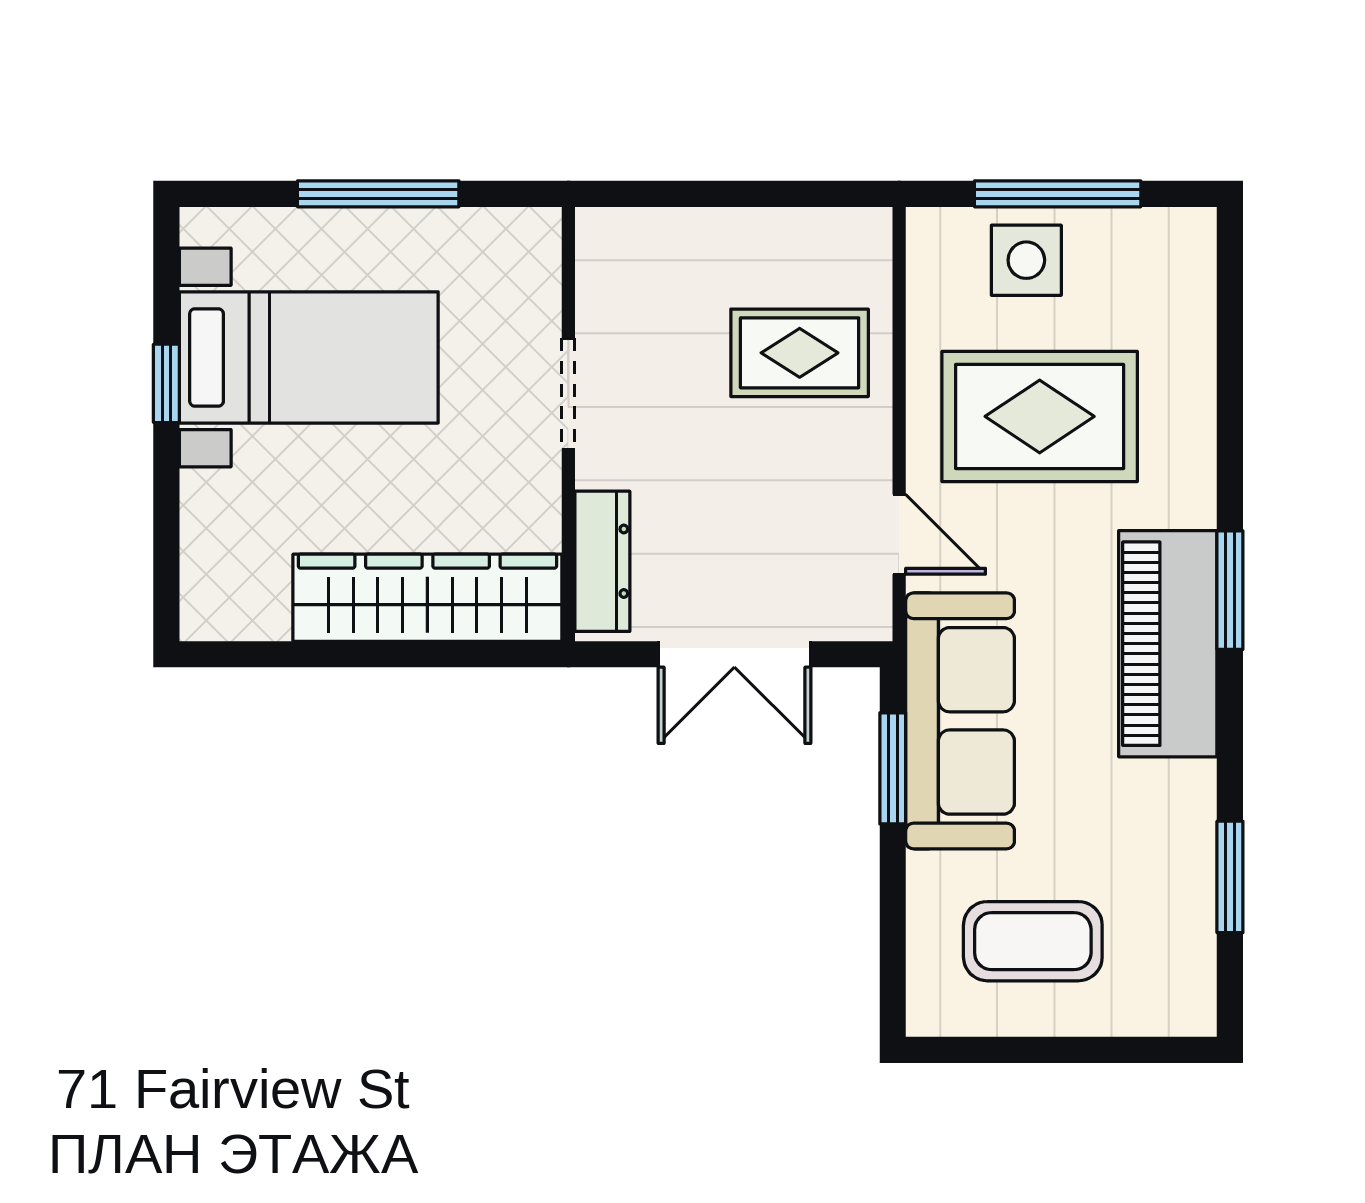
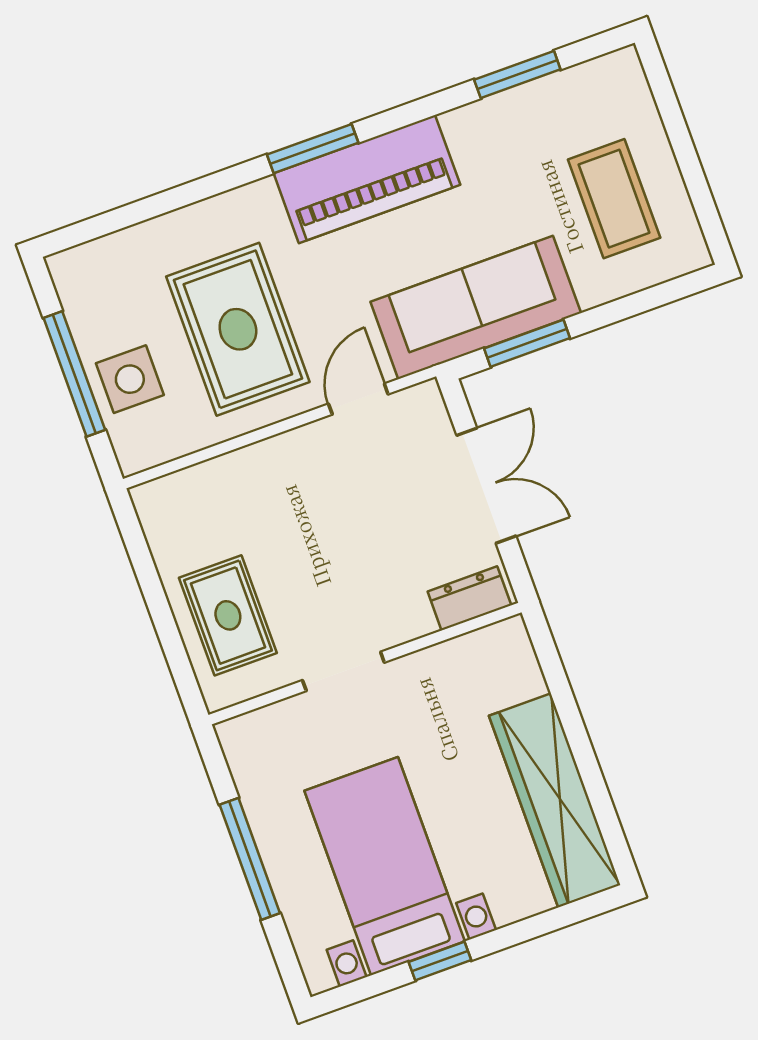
rug: (800, 353) -> (228, 615), moved
dresser: (602, 561) -> (469, 598), width x0.70
wardrobe: (427, 598) -> (555, 800), moved

